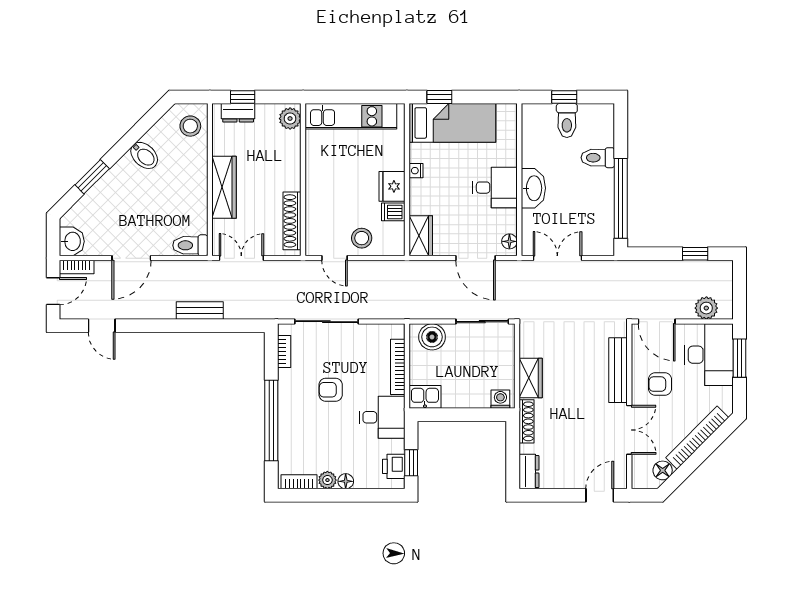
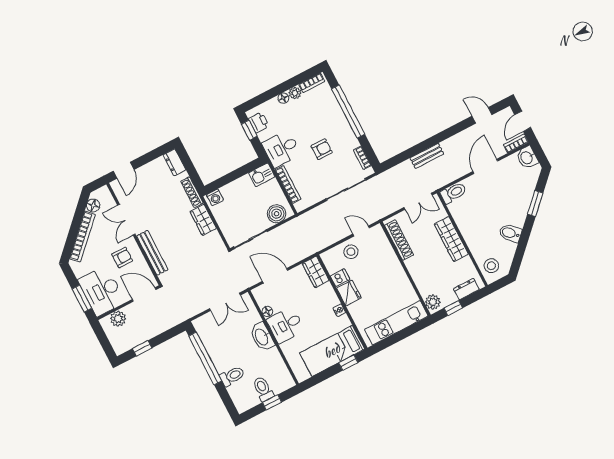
window: (243, 97) -> (453, 308), moved
floor lamp: (509, 241) -> (267, 311), moved

